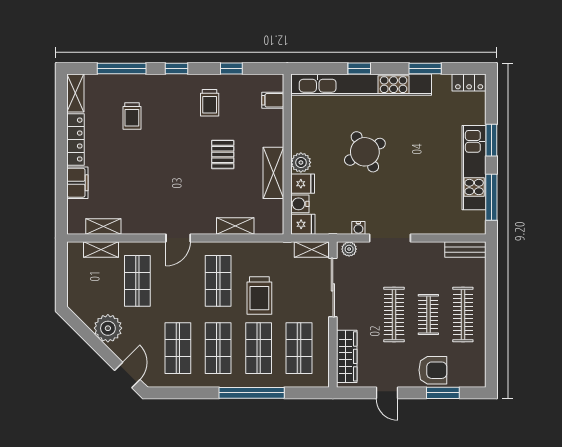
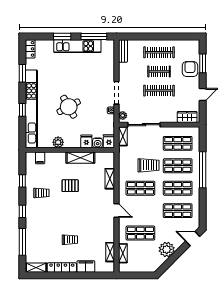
trolley: (132, 116) -> (70, 240), moved
plant: (301, 162) -> (58, 142), moved
wardrobe: (347, 356) -> (187, 117), width x0.67

